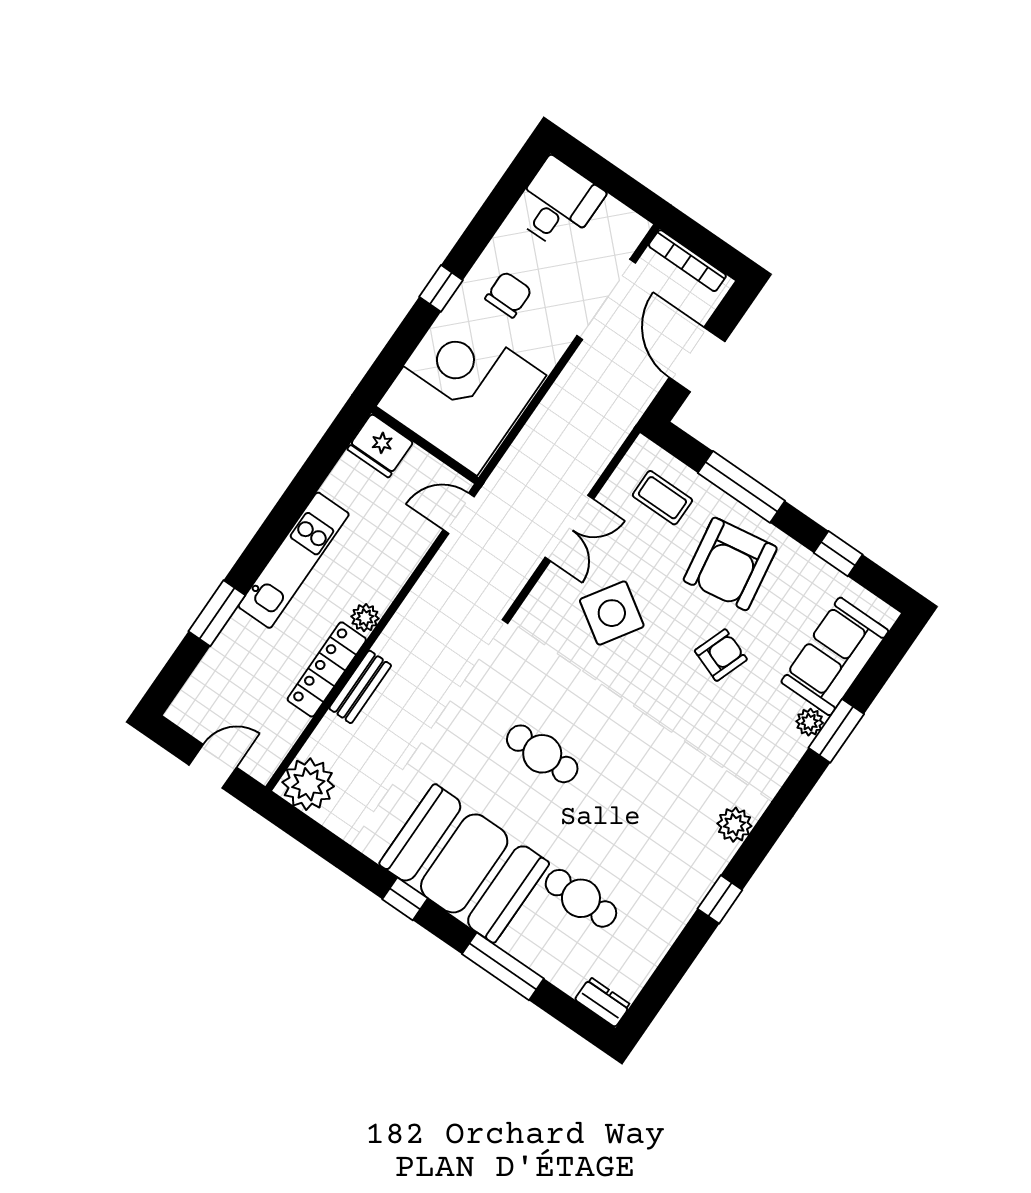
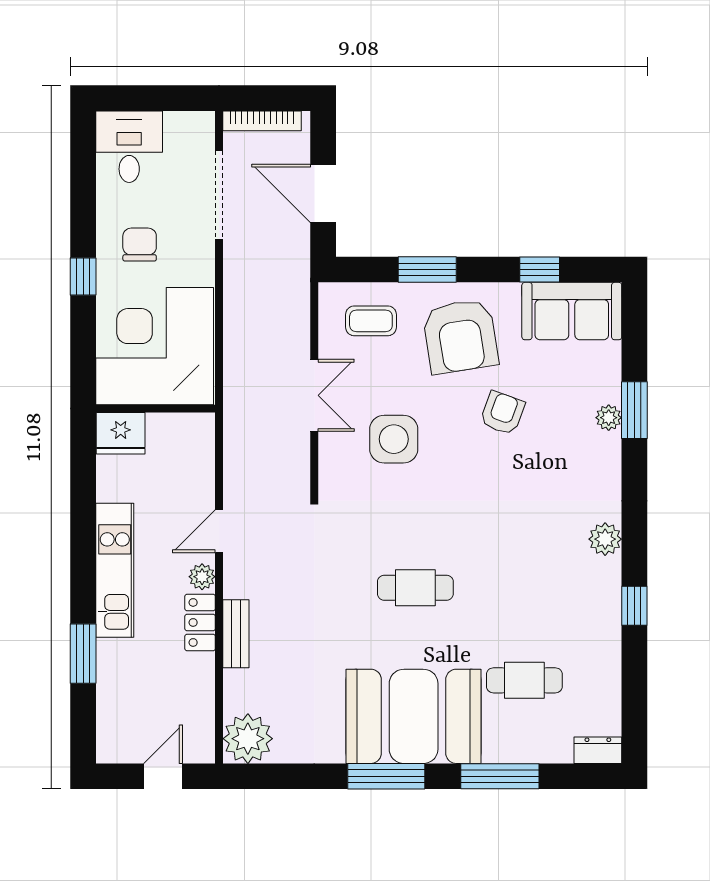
window: (741, 487) -> (427, 270), width x0.69
door: (459, 513) -> (219, 531), moved
side table: (612, 613) -> (394, 439), turned -33
sofa: (835, 656) -> (572, 311), moved, turned -90
locker: (327, 669) -> (200, 622), width x0.66
window: (405, 899) -> (386, 776), width x2.17

